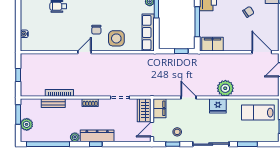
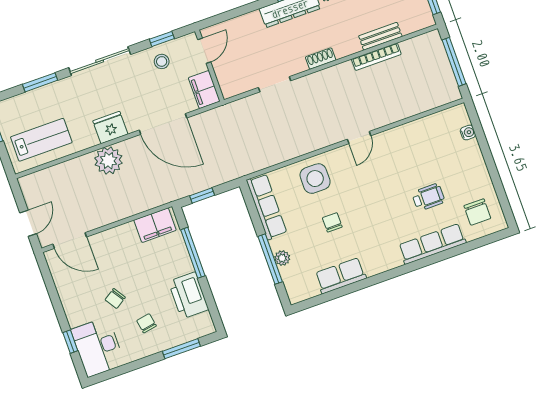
chair: (96, 30) -> (332, 222), moved
window: (18, 75) -> (454, 62), width x2.17
door: (189, 98) -> (163, 124), width x1.88
wardrobe: (144, 110) -> (228, 77), removed

